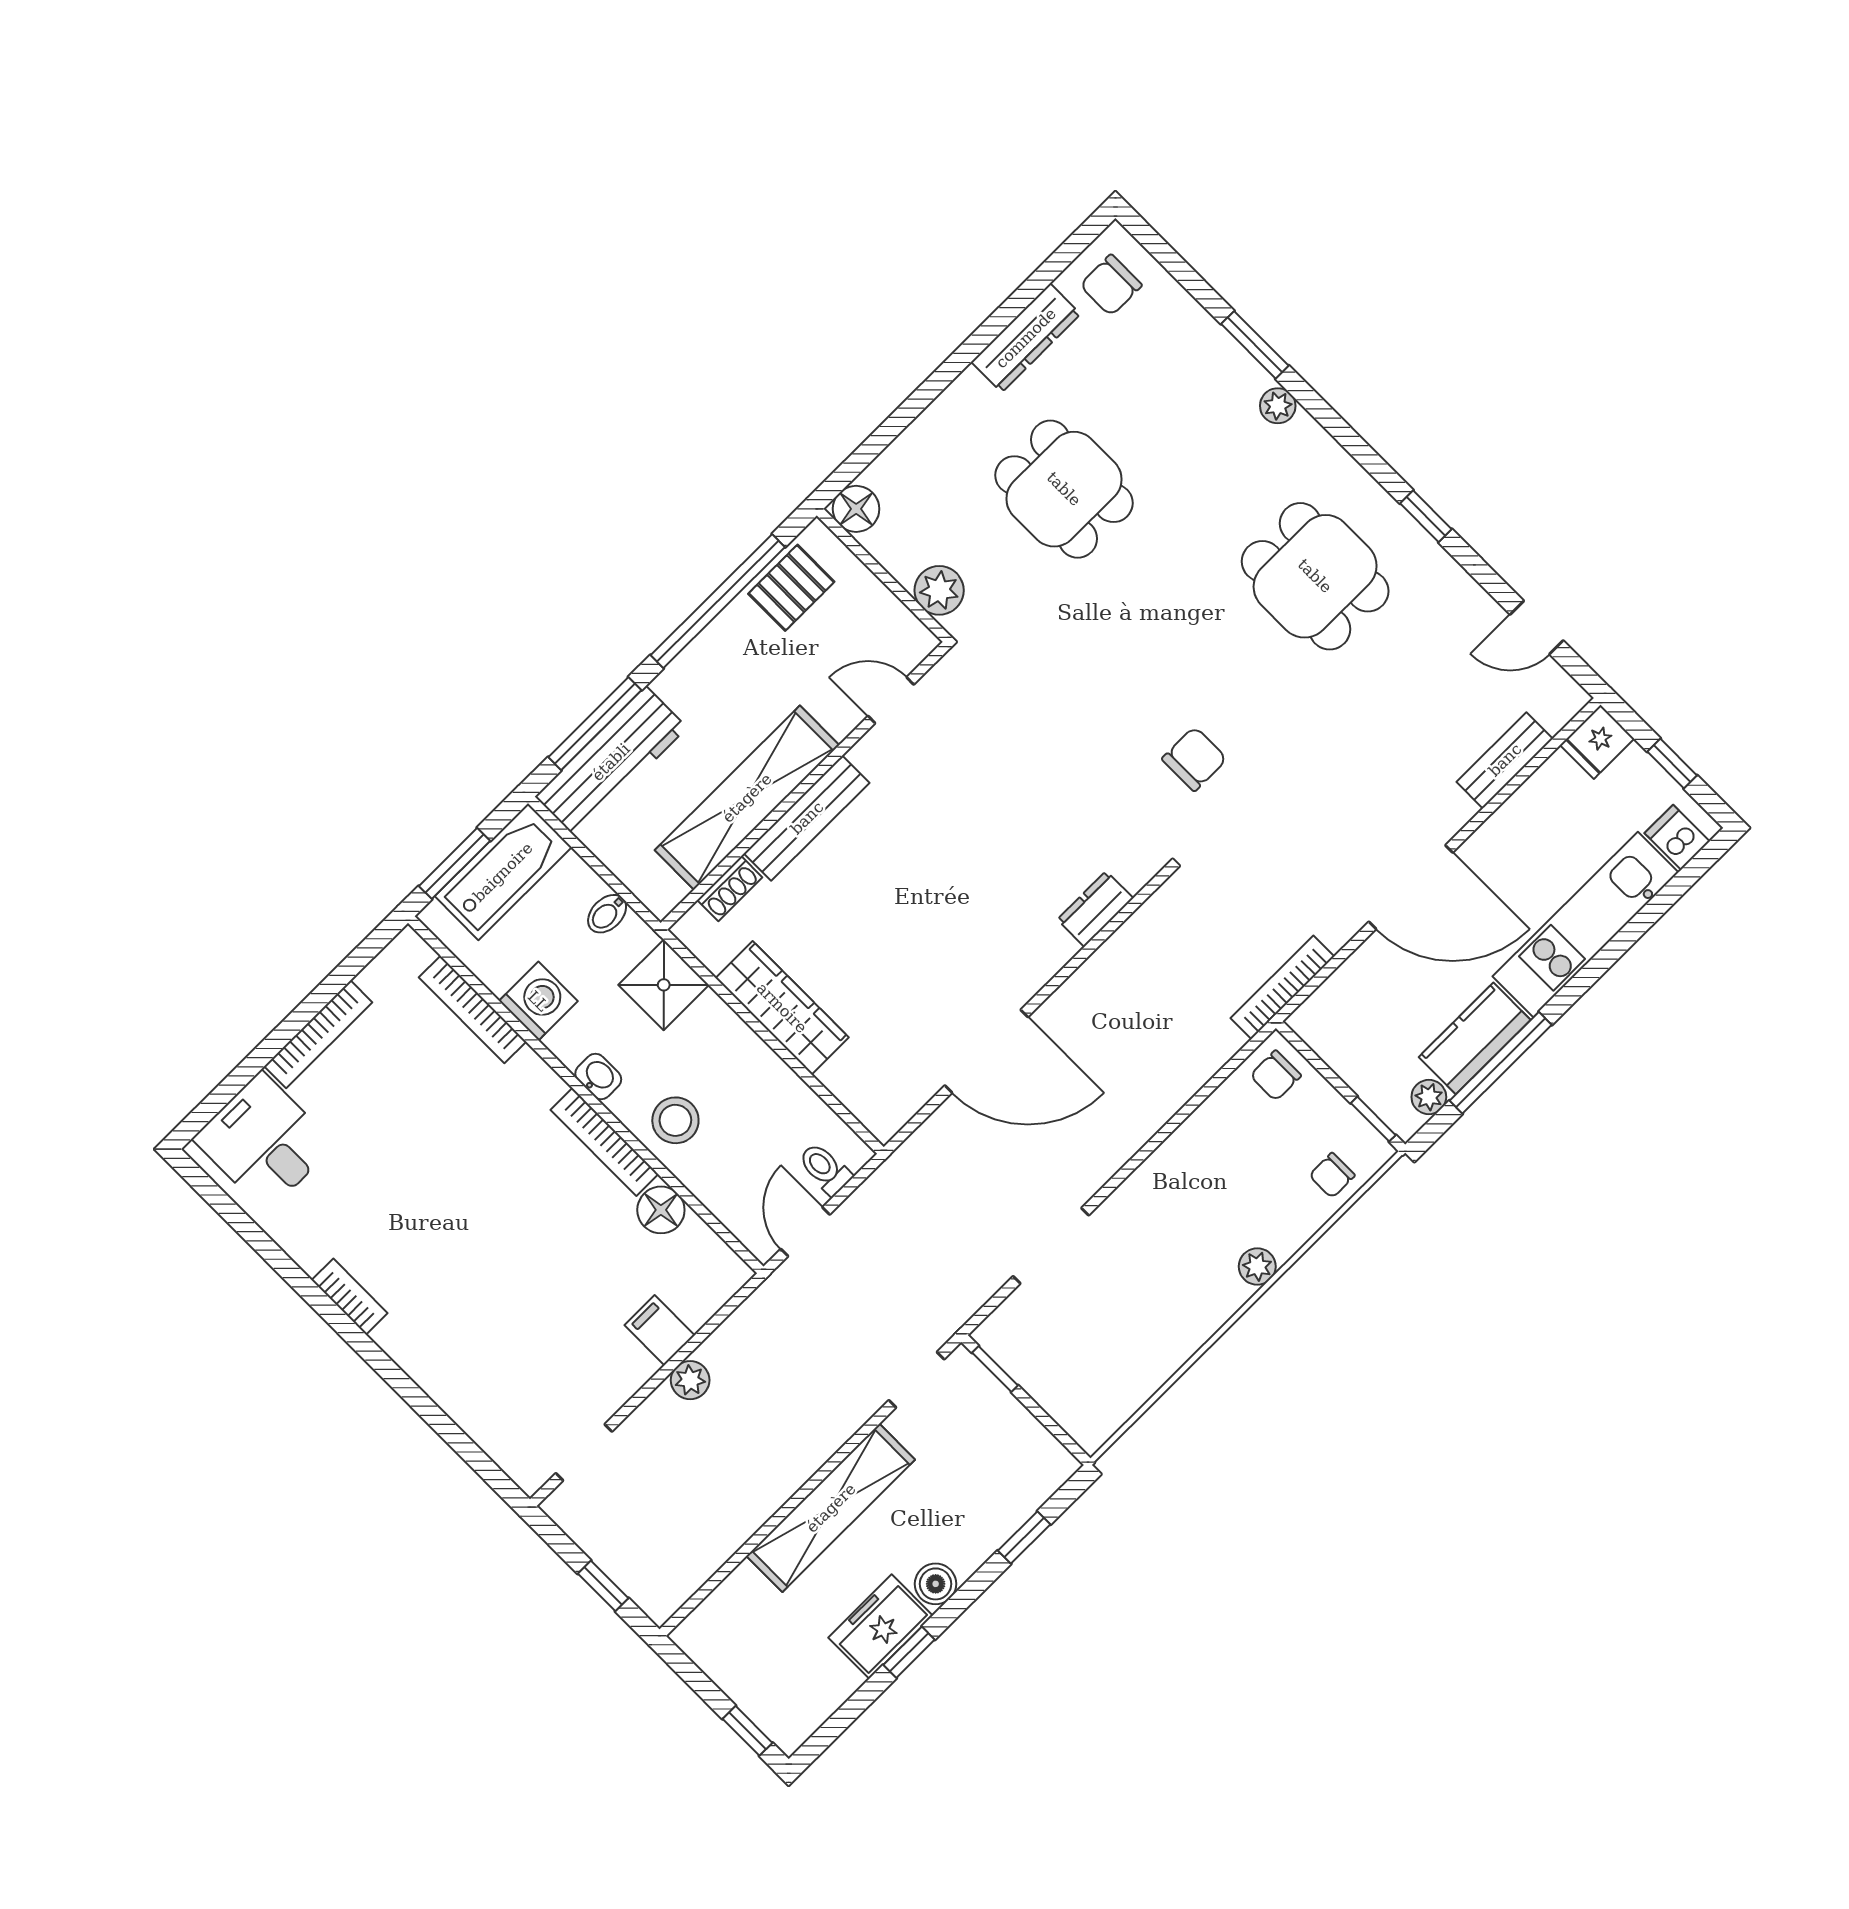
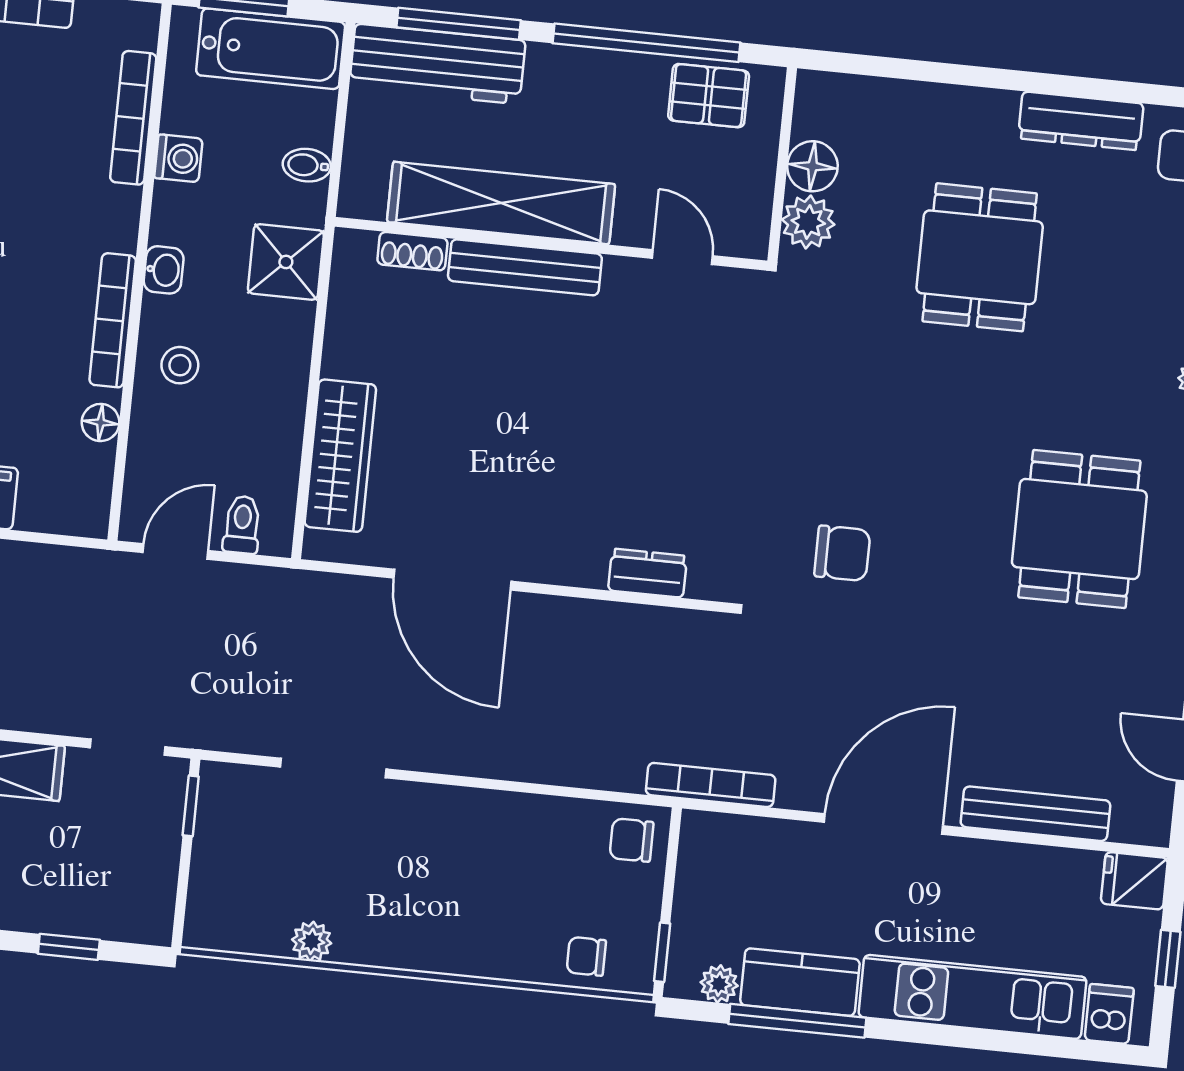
floor lamp: (856, 509) -> (812, 166), moved
bench: (1505, 760) -> (1035, 814), width x1.36
door: (1411, 887) -> (883, 824), swing flipped
washing machine: (538, 1001) -> (178, 158), width x0.73, depth x0.73
wardrobe: (782, 1008) -> (340, 456), moved
stool: (675, 1120) -> (180, 365), width x0.73, depth x0.73
floor lamp: (661, 1210) -> (101, 422), width x0.73, depth x0.73
plant: (1257, 1266) -> (312, 941), moved

